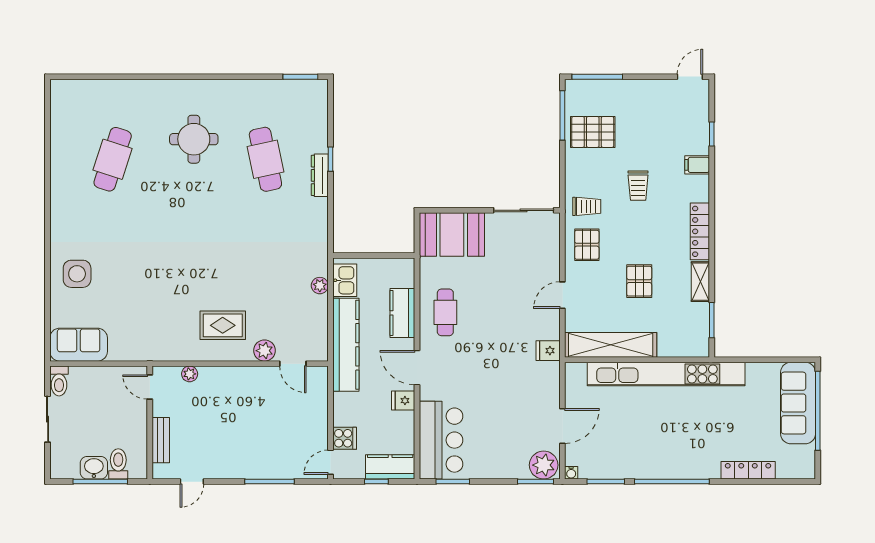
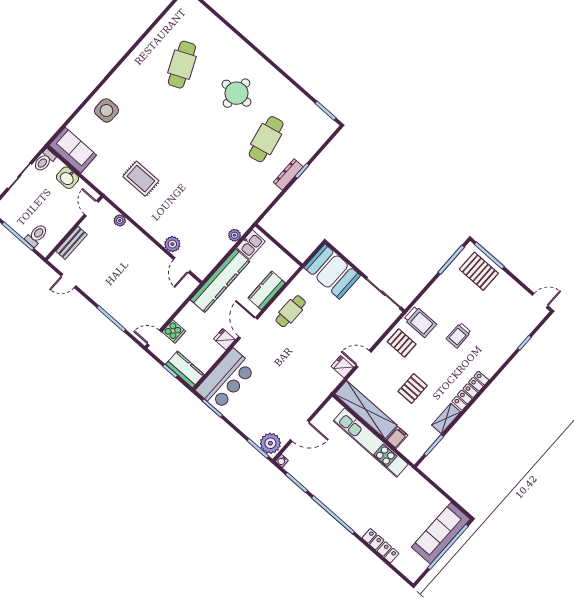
pallet: (593, 132) -> (479, 271), moved
cafe table: (113, 159) -> (182, 65), turned -42
filing cabinet: (697, 165) -> (397, 437), moved, turned 90
trolley: (587, 206) -> (420, 322), width x1.36, depth x1.39
pallet: (587, 245) -> (402, 343), turned 90
rug: (223, 325) -> (141, 179), moved
fridge: (548, 351) -> (342, 367), moved
kitchen unit: (666, 374) -> (371, 443), width x0.73
washbasin: (94, 468) -> (68, 178), moved, turned 180

